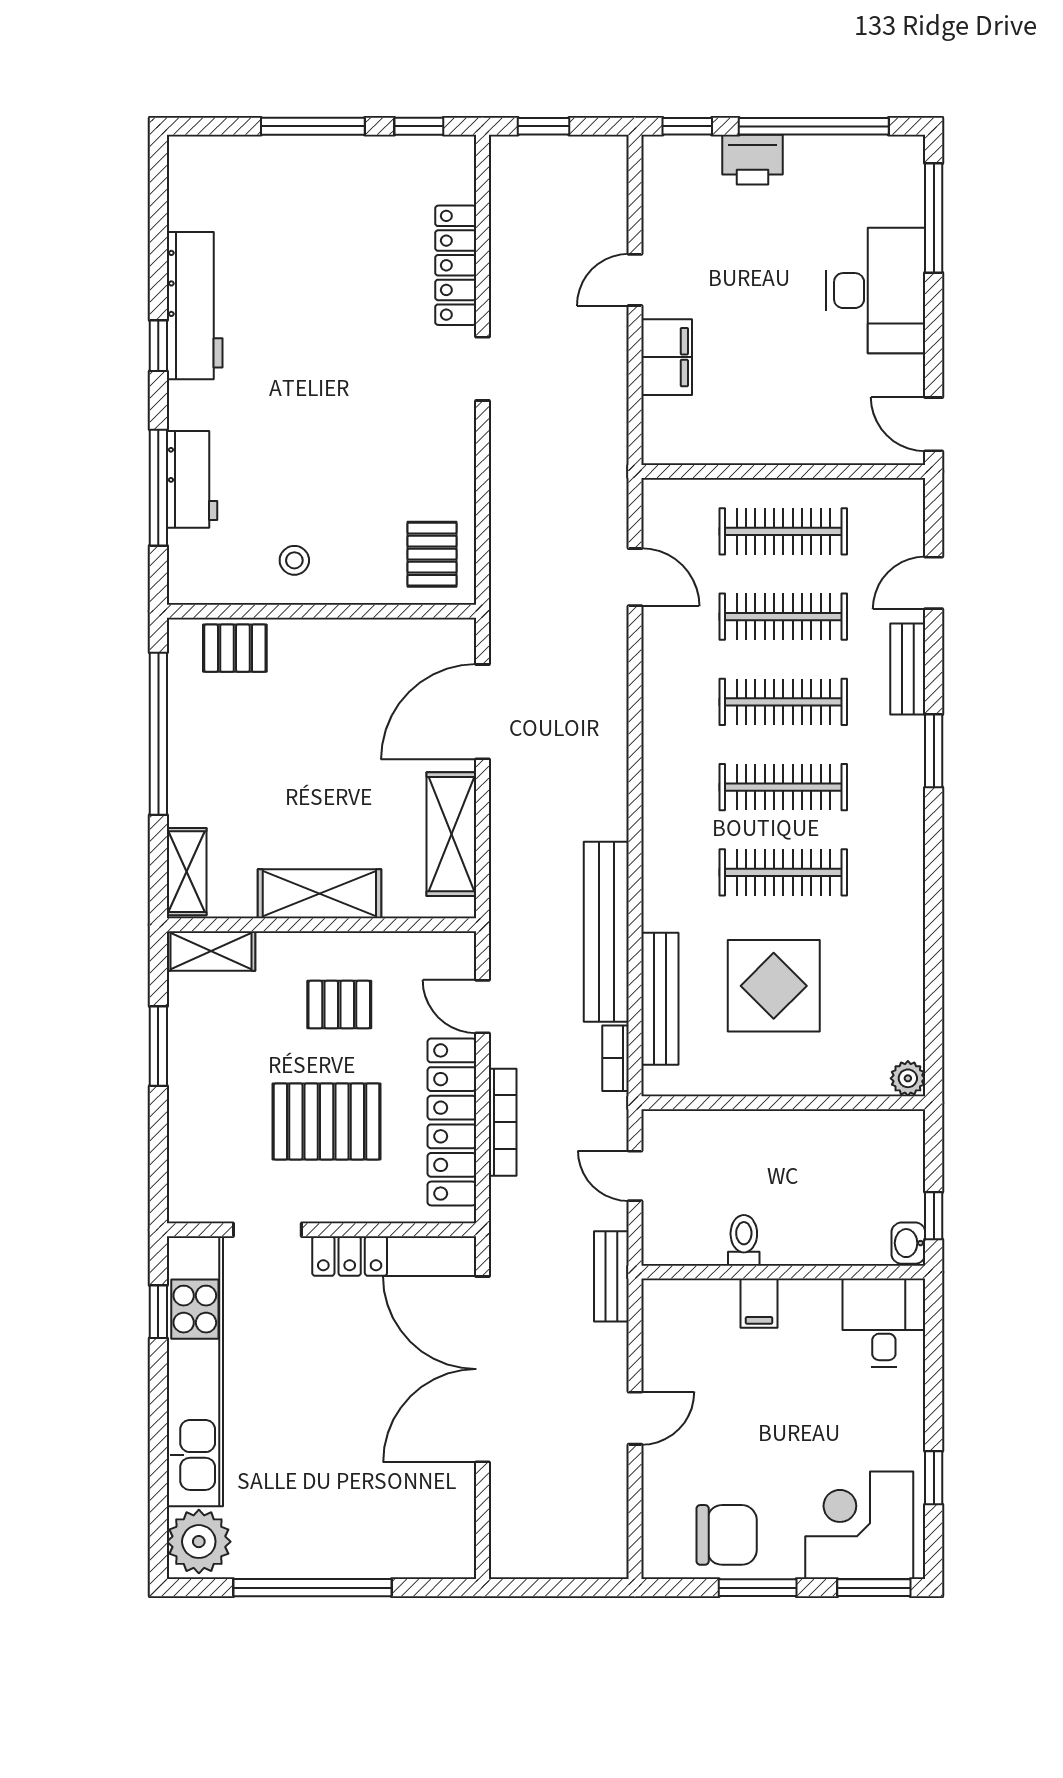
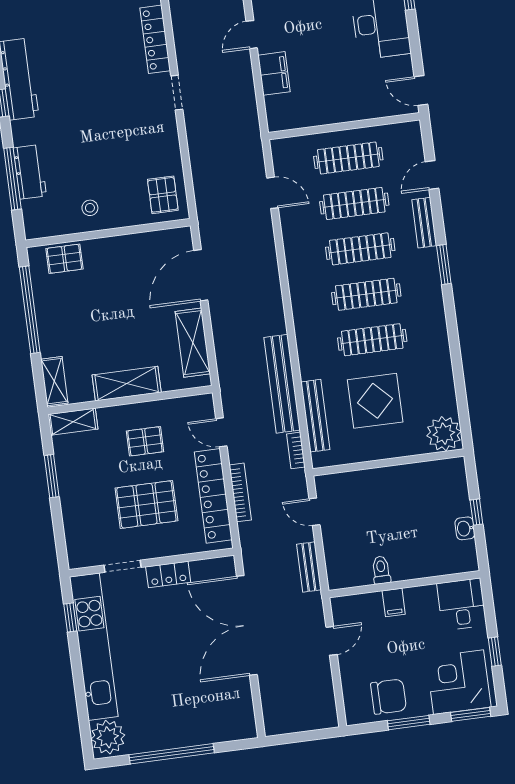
plant: (908, 1078) -> (444, 434), width x1.88, depth x1.88
toilet: (744, 1240) -> (381, 570), moved
wall: (783, 1272) -> (404, 584), moved
filing cabinet: (759, 1303) -> (394, 602), moved
desk: (884, 1323) -> (462, 604), moved

